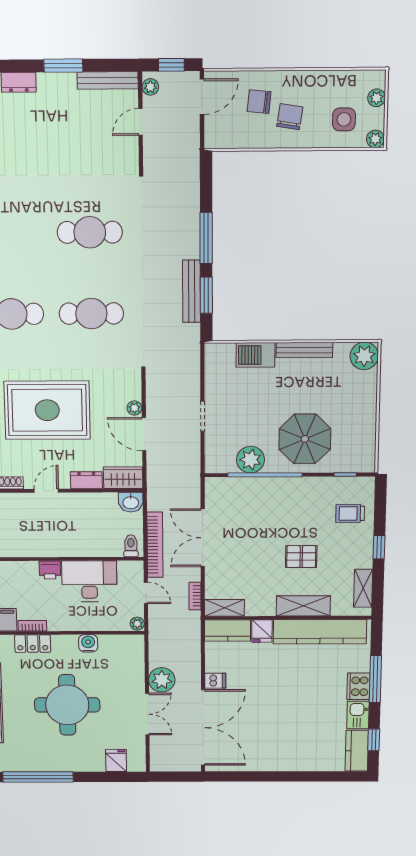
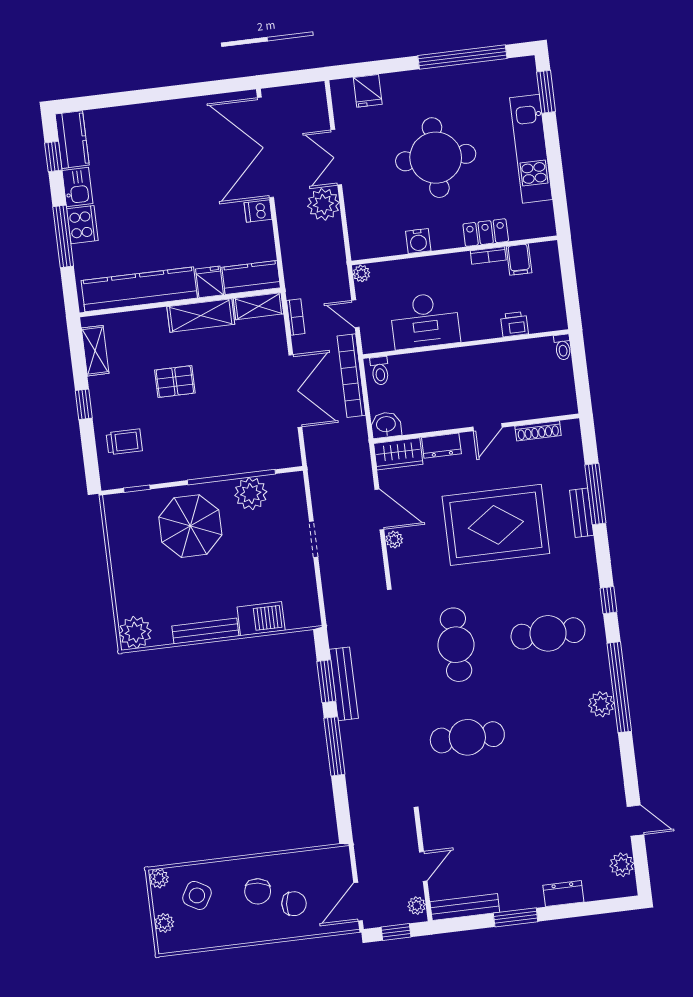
side table: (344, 119) -> (197, 895), turned 30
cafe table: (91, 314) -> (456, 645), turned 90
printer: (50, 570) -> (514, 324), moved
shelving: (303, 606) -> (201, 315), moved

